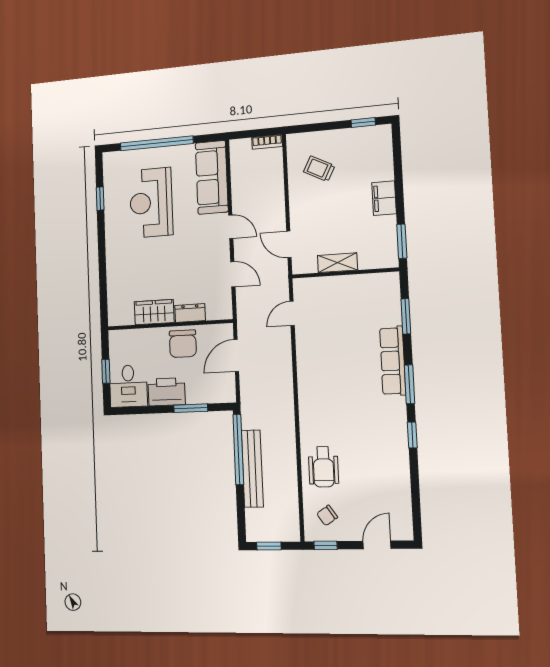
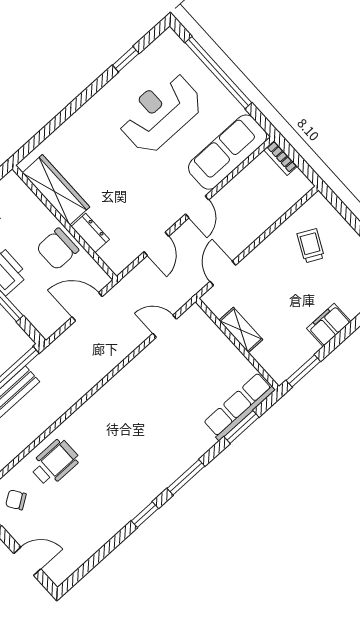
bookcase: (267, 142) -> (280, 158), moved
wardrobe: (154, 312) -> (56, 190), width x1.50
row of seats: (393, 361) -> (239, 406), moved
wheelchair: (323, 467) -> (55, 463), turned 180

